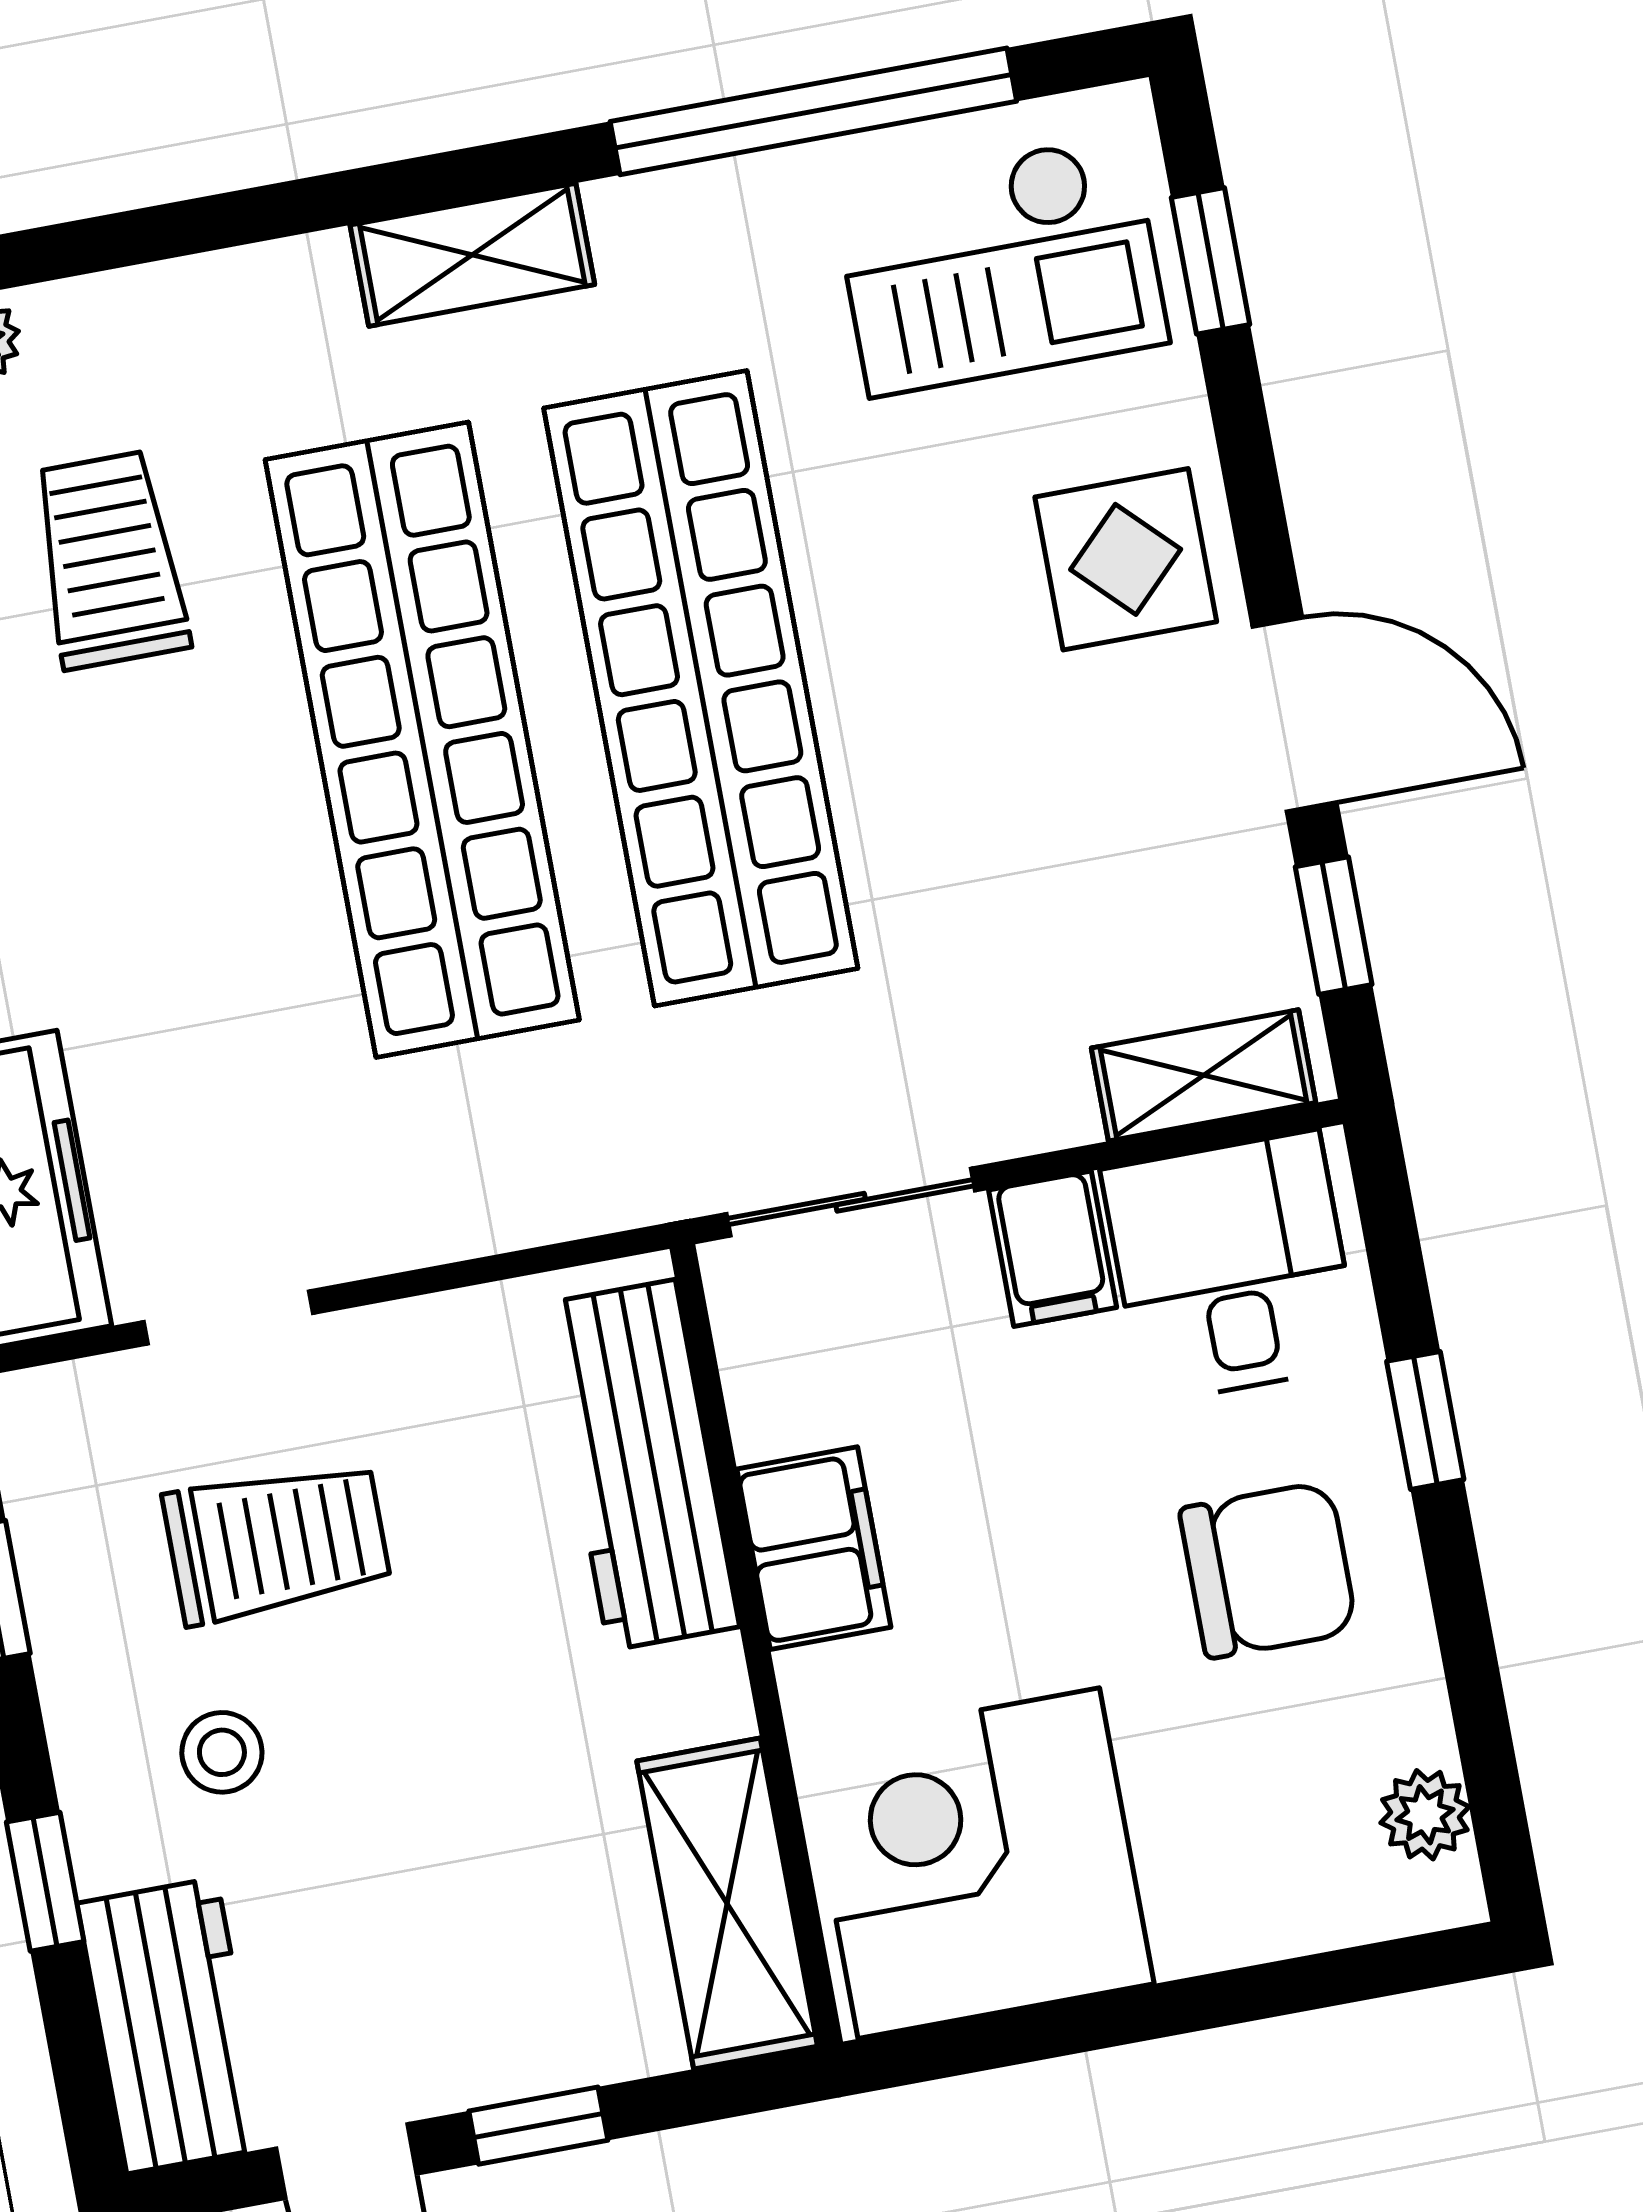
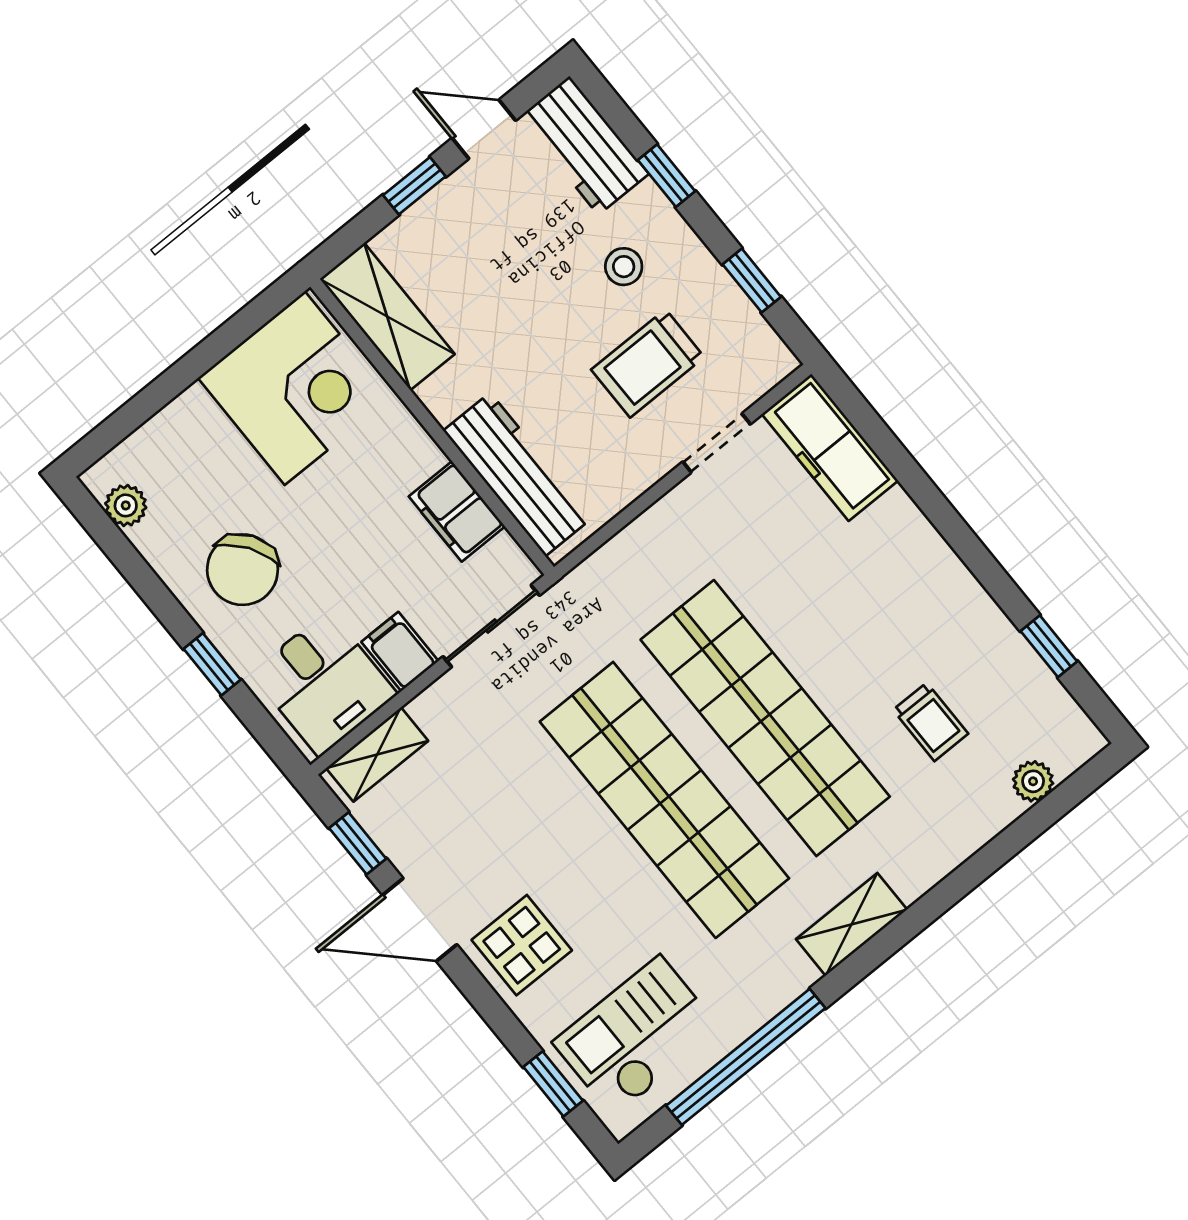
trolley: (110, 560) -> (931, 722), width x0.73, depth x0.72
filing cabinet: (814, 1548) -> (457, 511), moved
chair: (1268, 1570) -> (243, 570), turned -34

